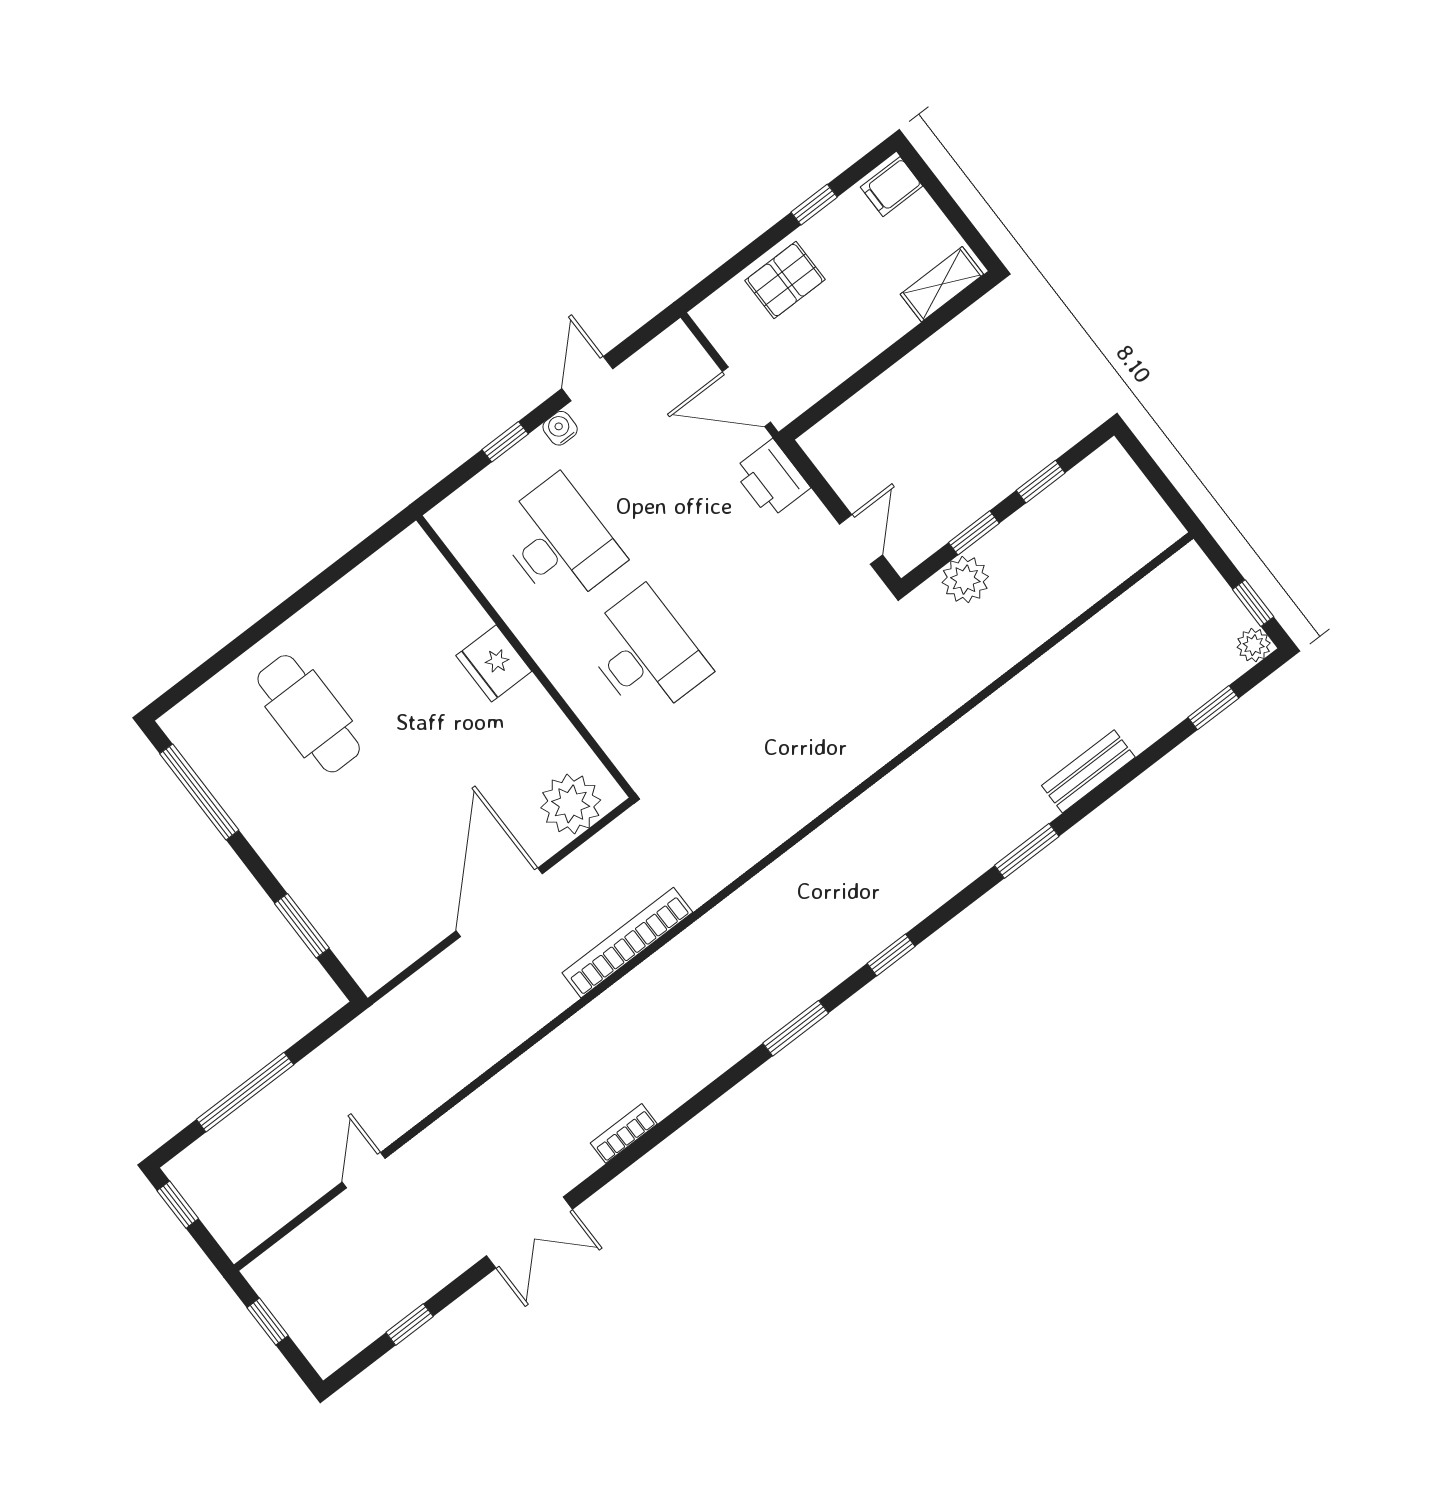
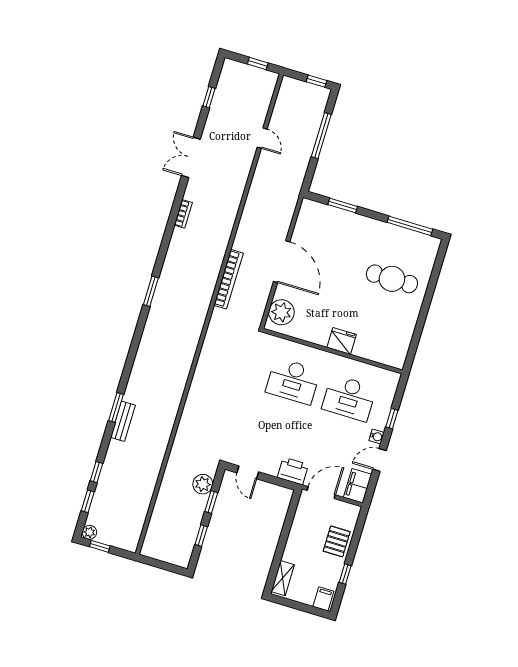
filing cabinet: (666, 359) -> (358, 486), added
door: (587, 379) -> (379, 460), swing flipped
bench: (1088, 771) -> (123, 421), moved
window: (891, 955) -> (97, 472), moved

